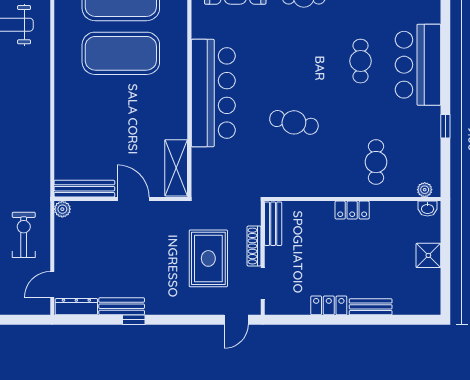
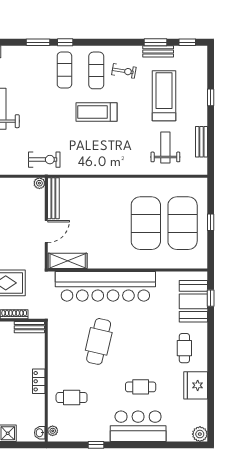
bar counter: (213, 93) -> (105, 286), width x1.36
cafe table: (294, 122) -> (99, 341), width x1.37, depth x1.35
exercise bike: (24, 235) -> (44, 160), moved

